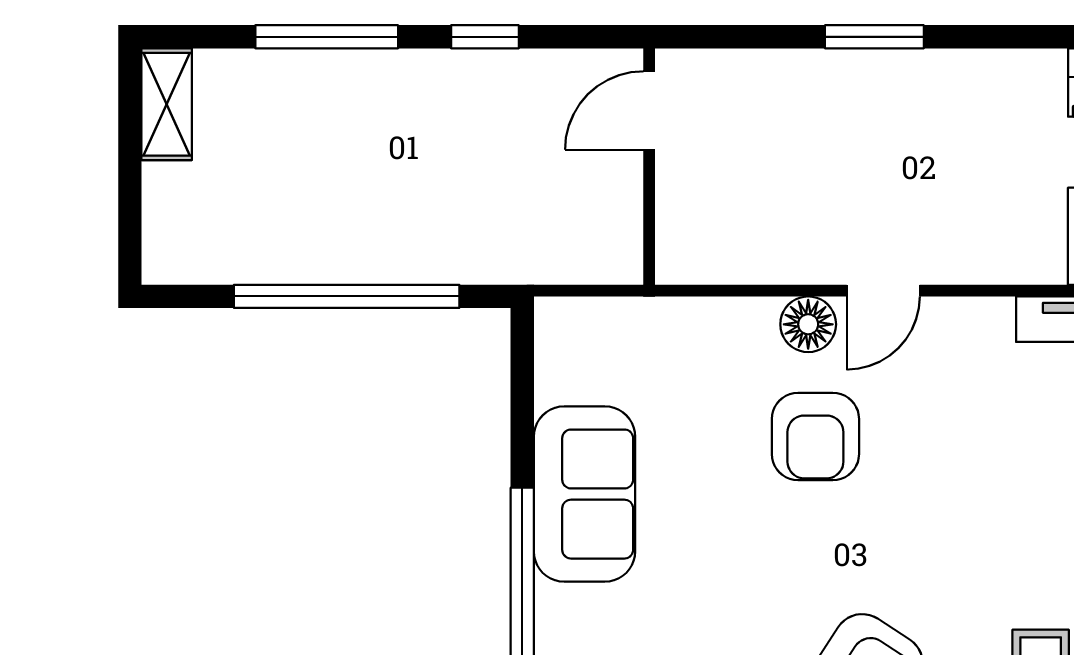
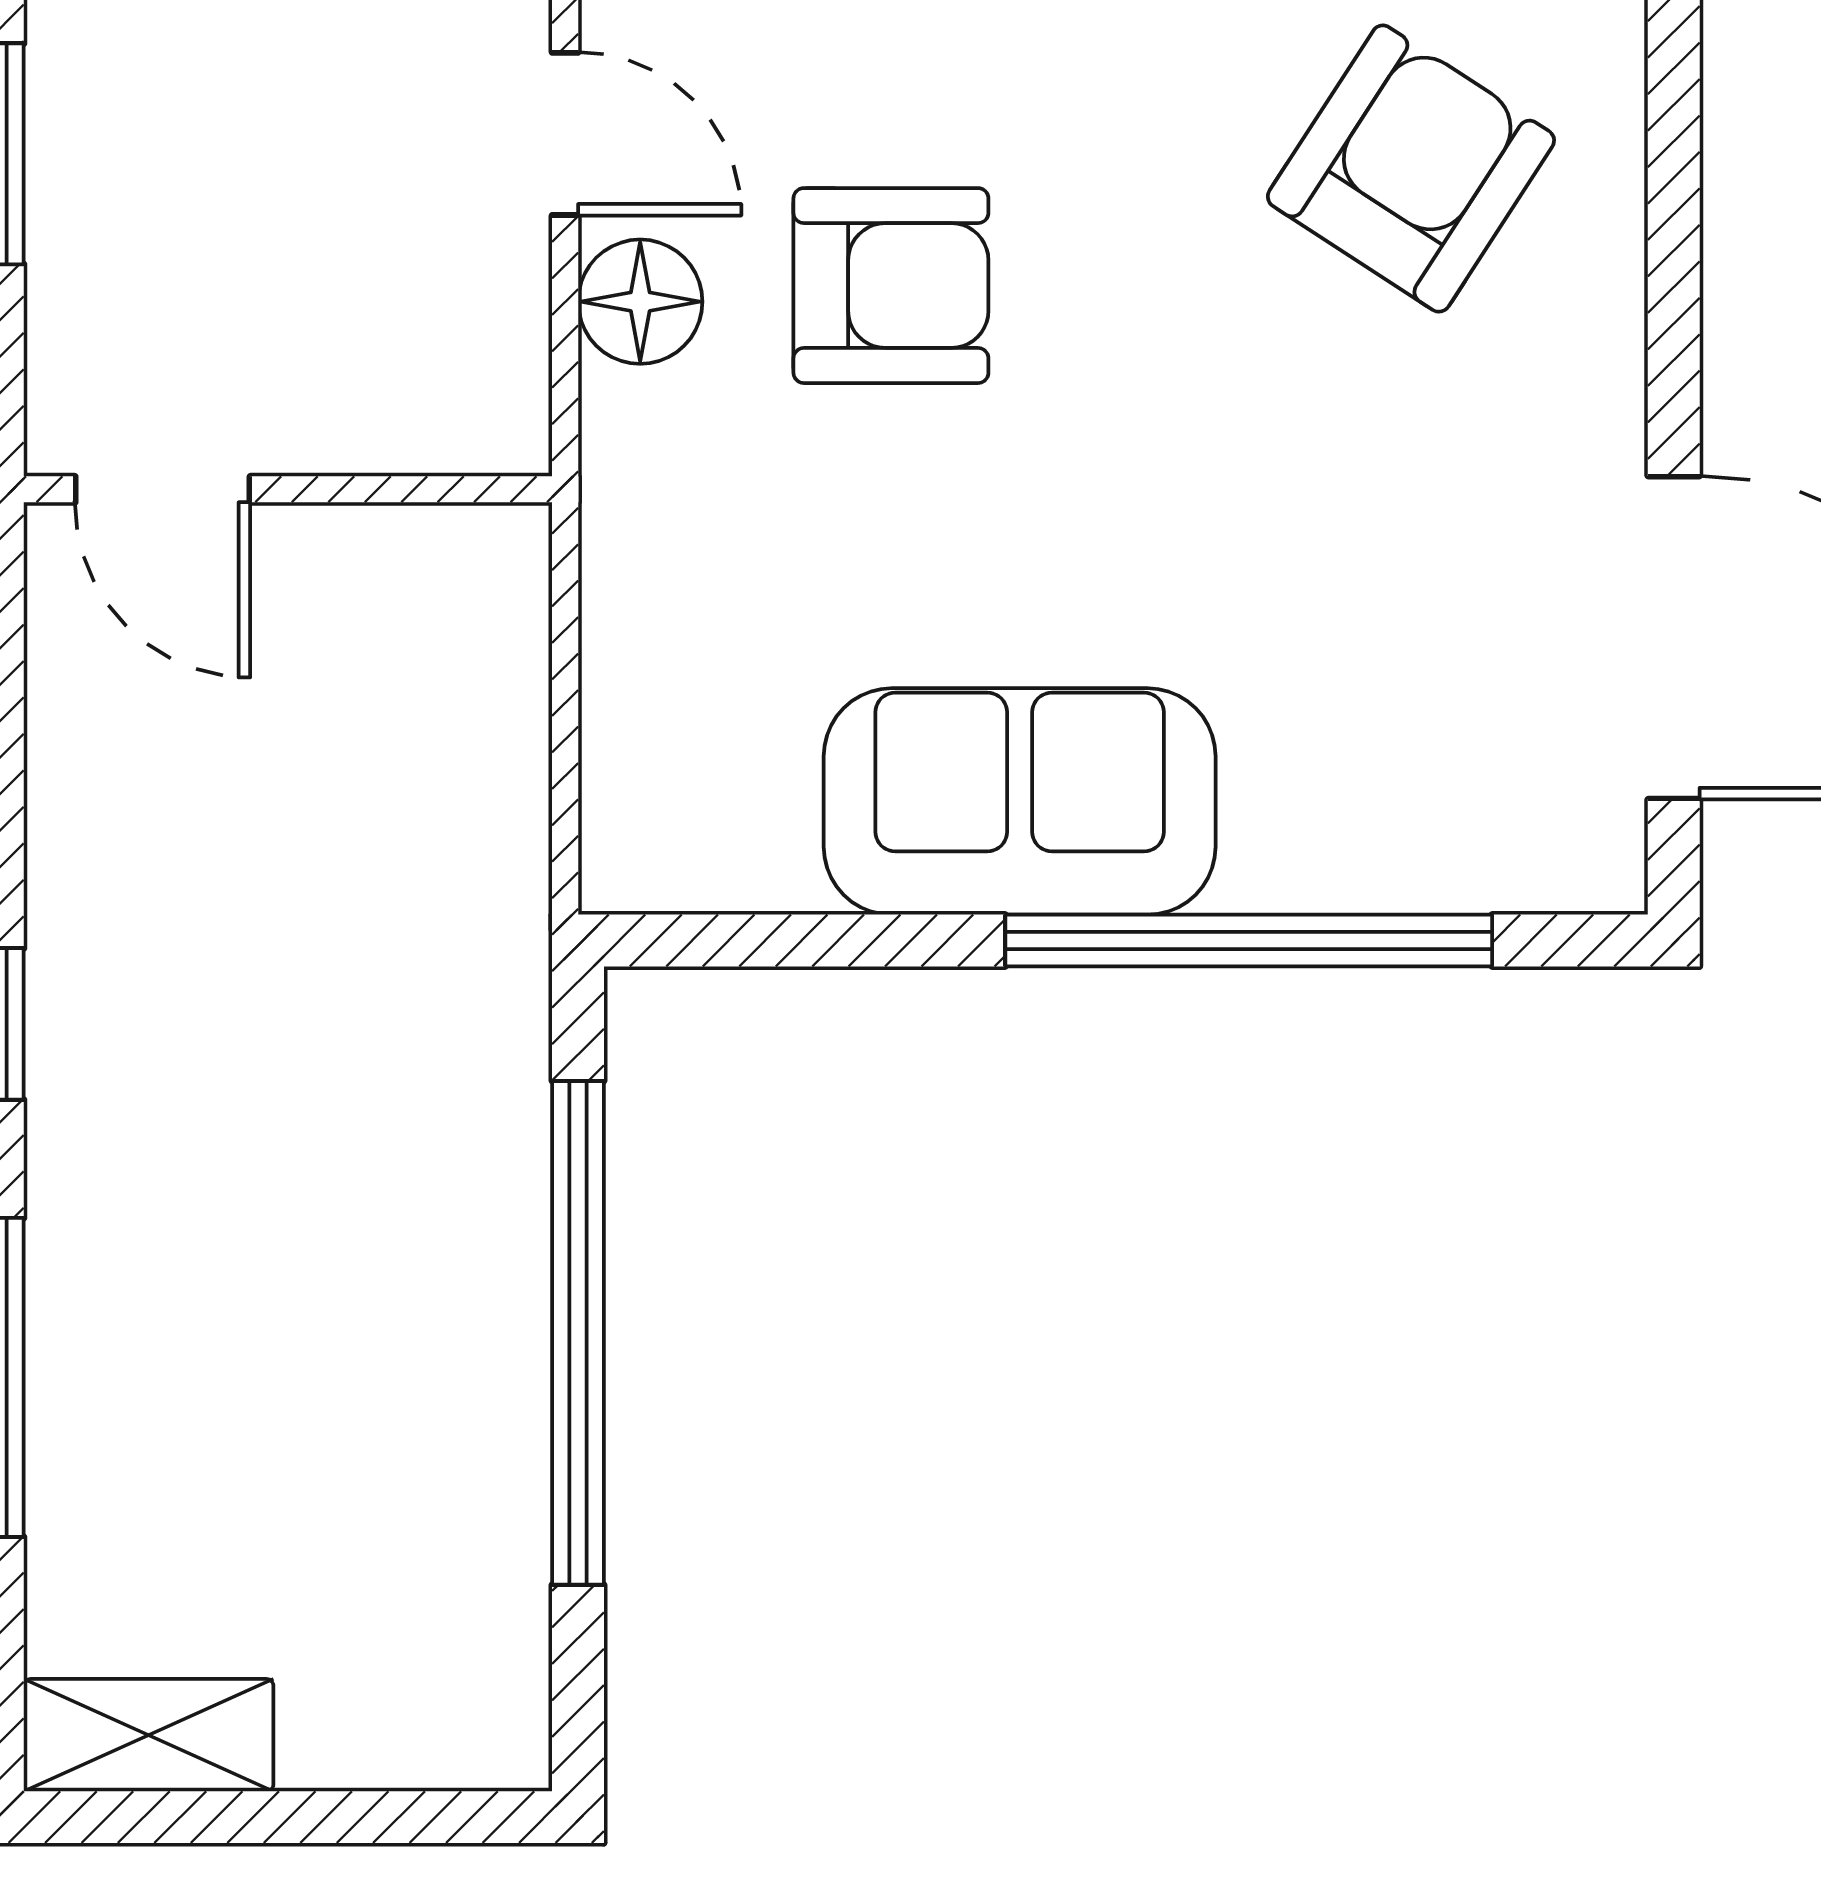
door: (649, 110) -> (163, 489), moved
wall: (649, 167) -> (288, 489), moved

